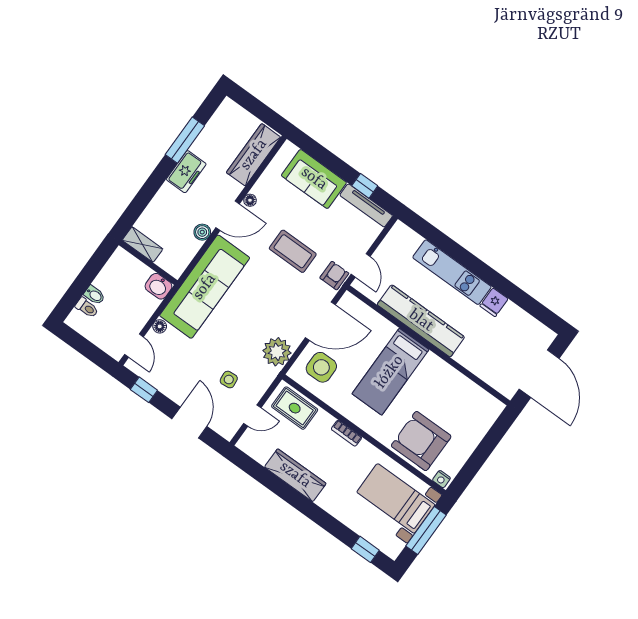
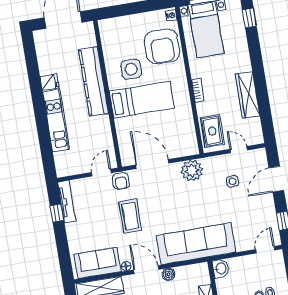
sofa: (314, 179) -> (98, 263), moved, turned -90
armchair: (334, 276) -> (121, 181), turned -90
kitchen counter: (421, 321) -> (93, 81), moved
floor lamp: (160, 326) -> (241, 246), removed
side table: (321, 367) -> (131, 69), moved

